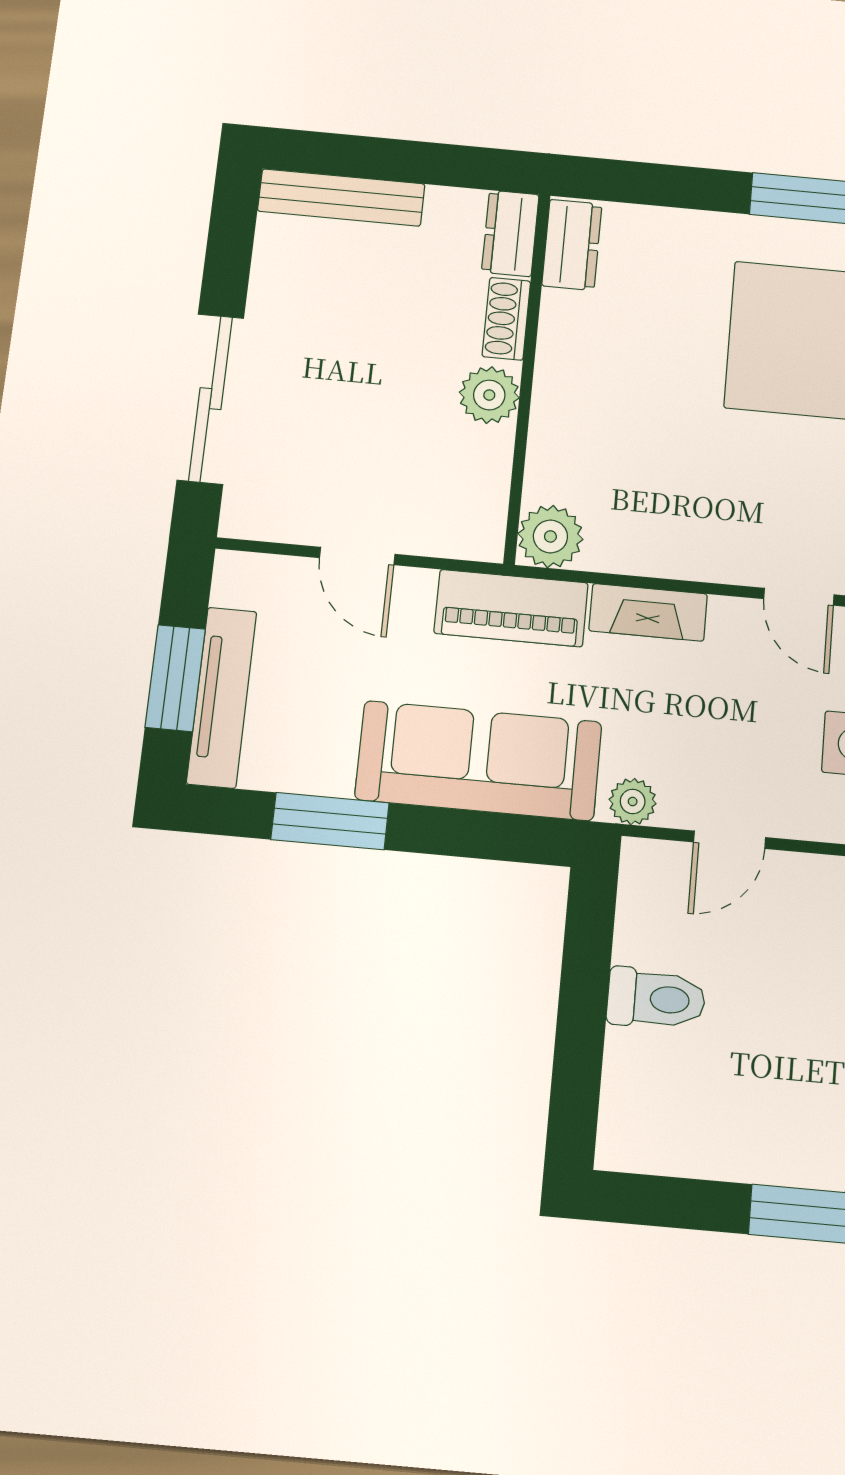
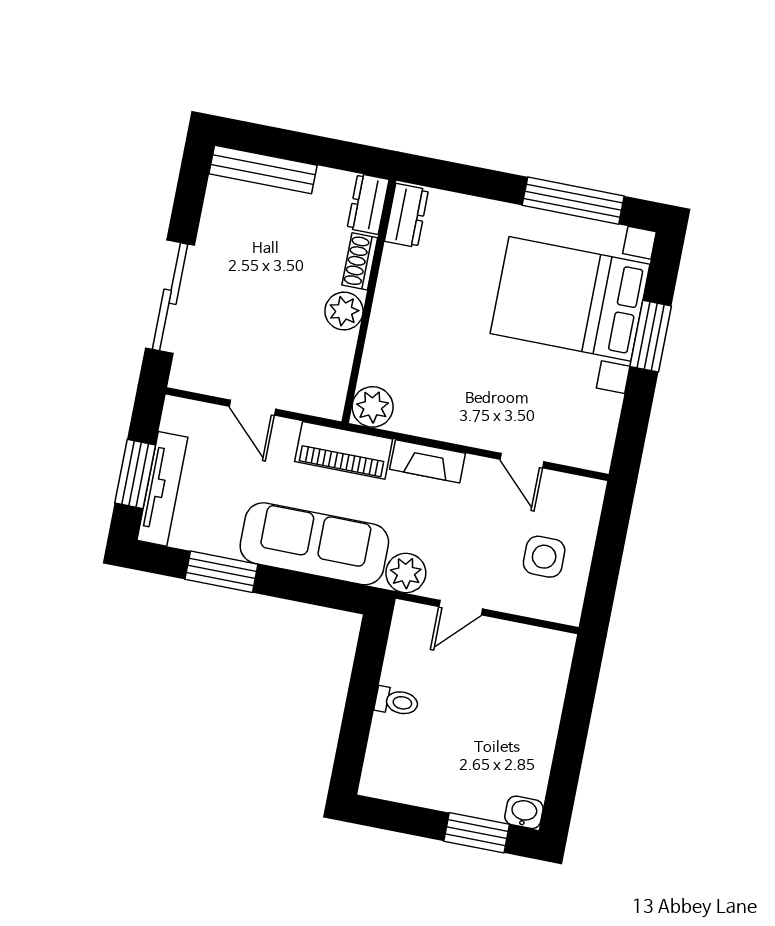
plant: (633, 801) -> (406, 573), width x1.38, depth x1.38
toilet: (656, 999) -> (397, 702), width x0.73, depth x0.72

